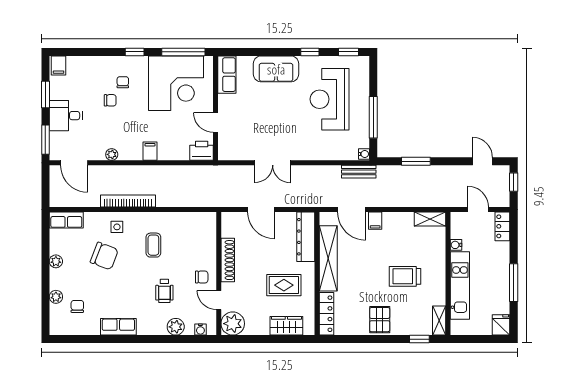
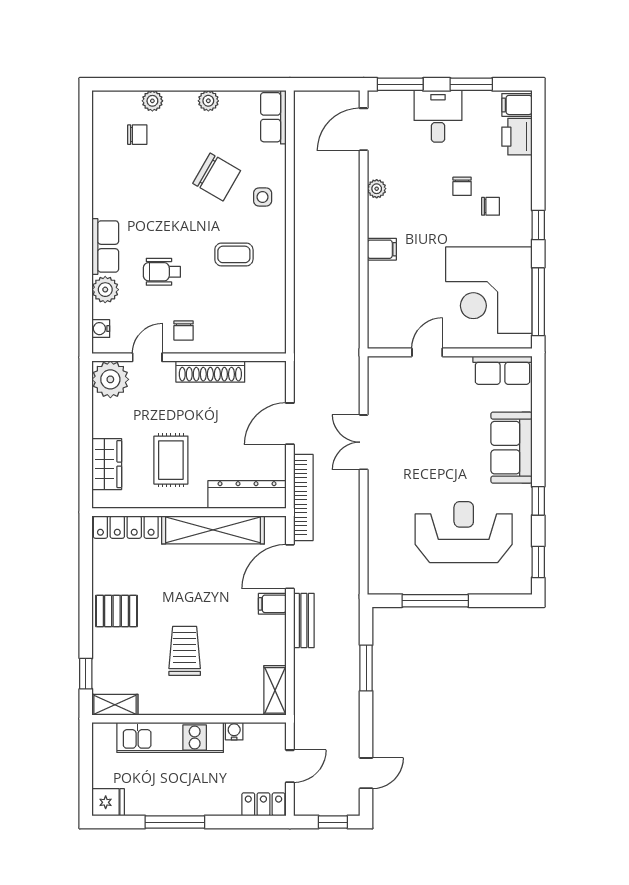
printer: (202, 151) -> (517, 137), moved, turned 180
water cooler: (364, 154) -> (377, 586), removed
bench: (359, 172) -> (304, 620), moved
bookcase: (128, 201) -> (303, 498), moved
chair: (104, 256) -> (217, 177), turned -81
row of seats: (118, 327) -> (105, 246), moved

